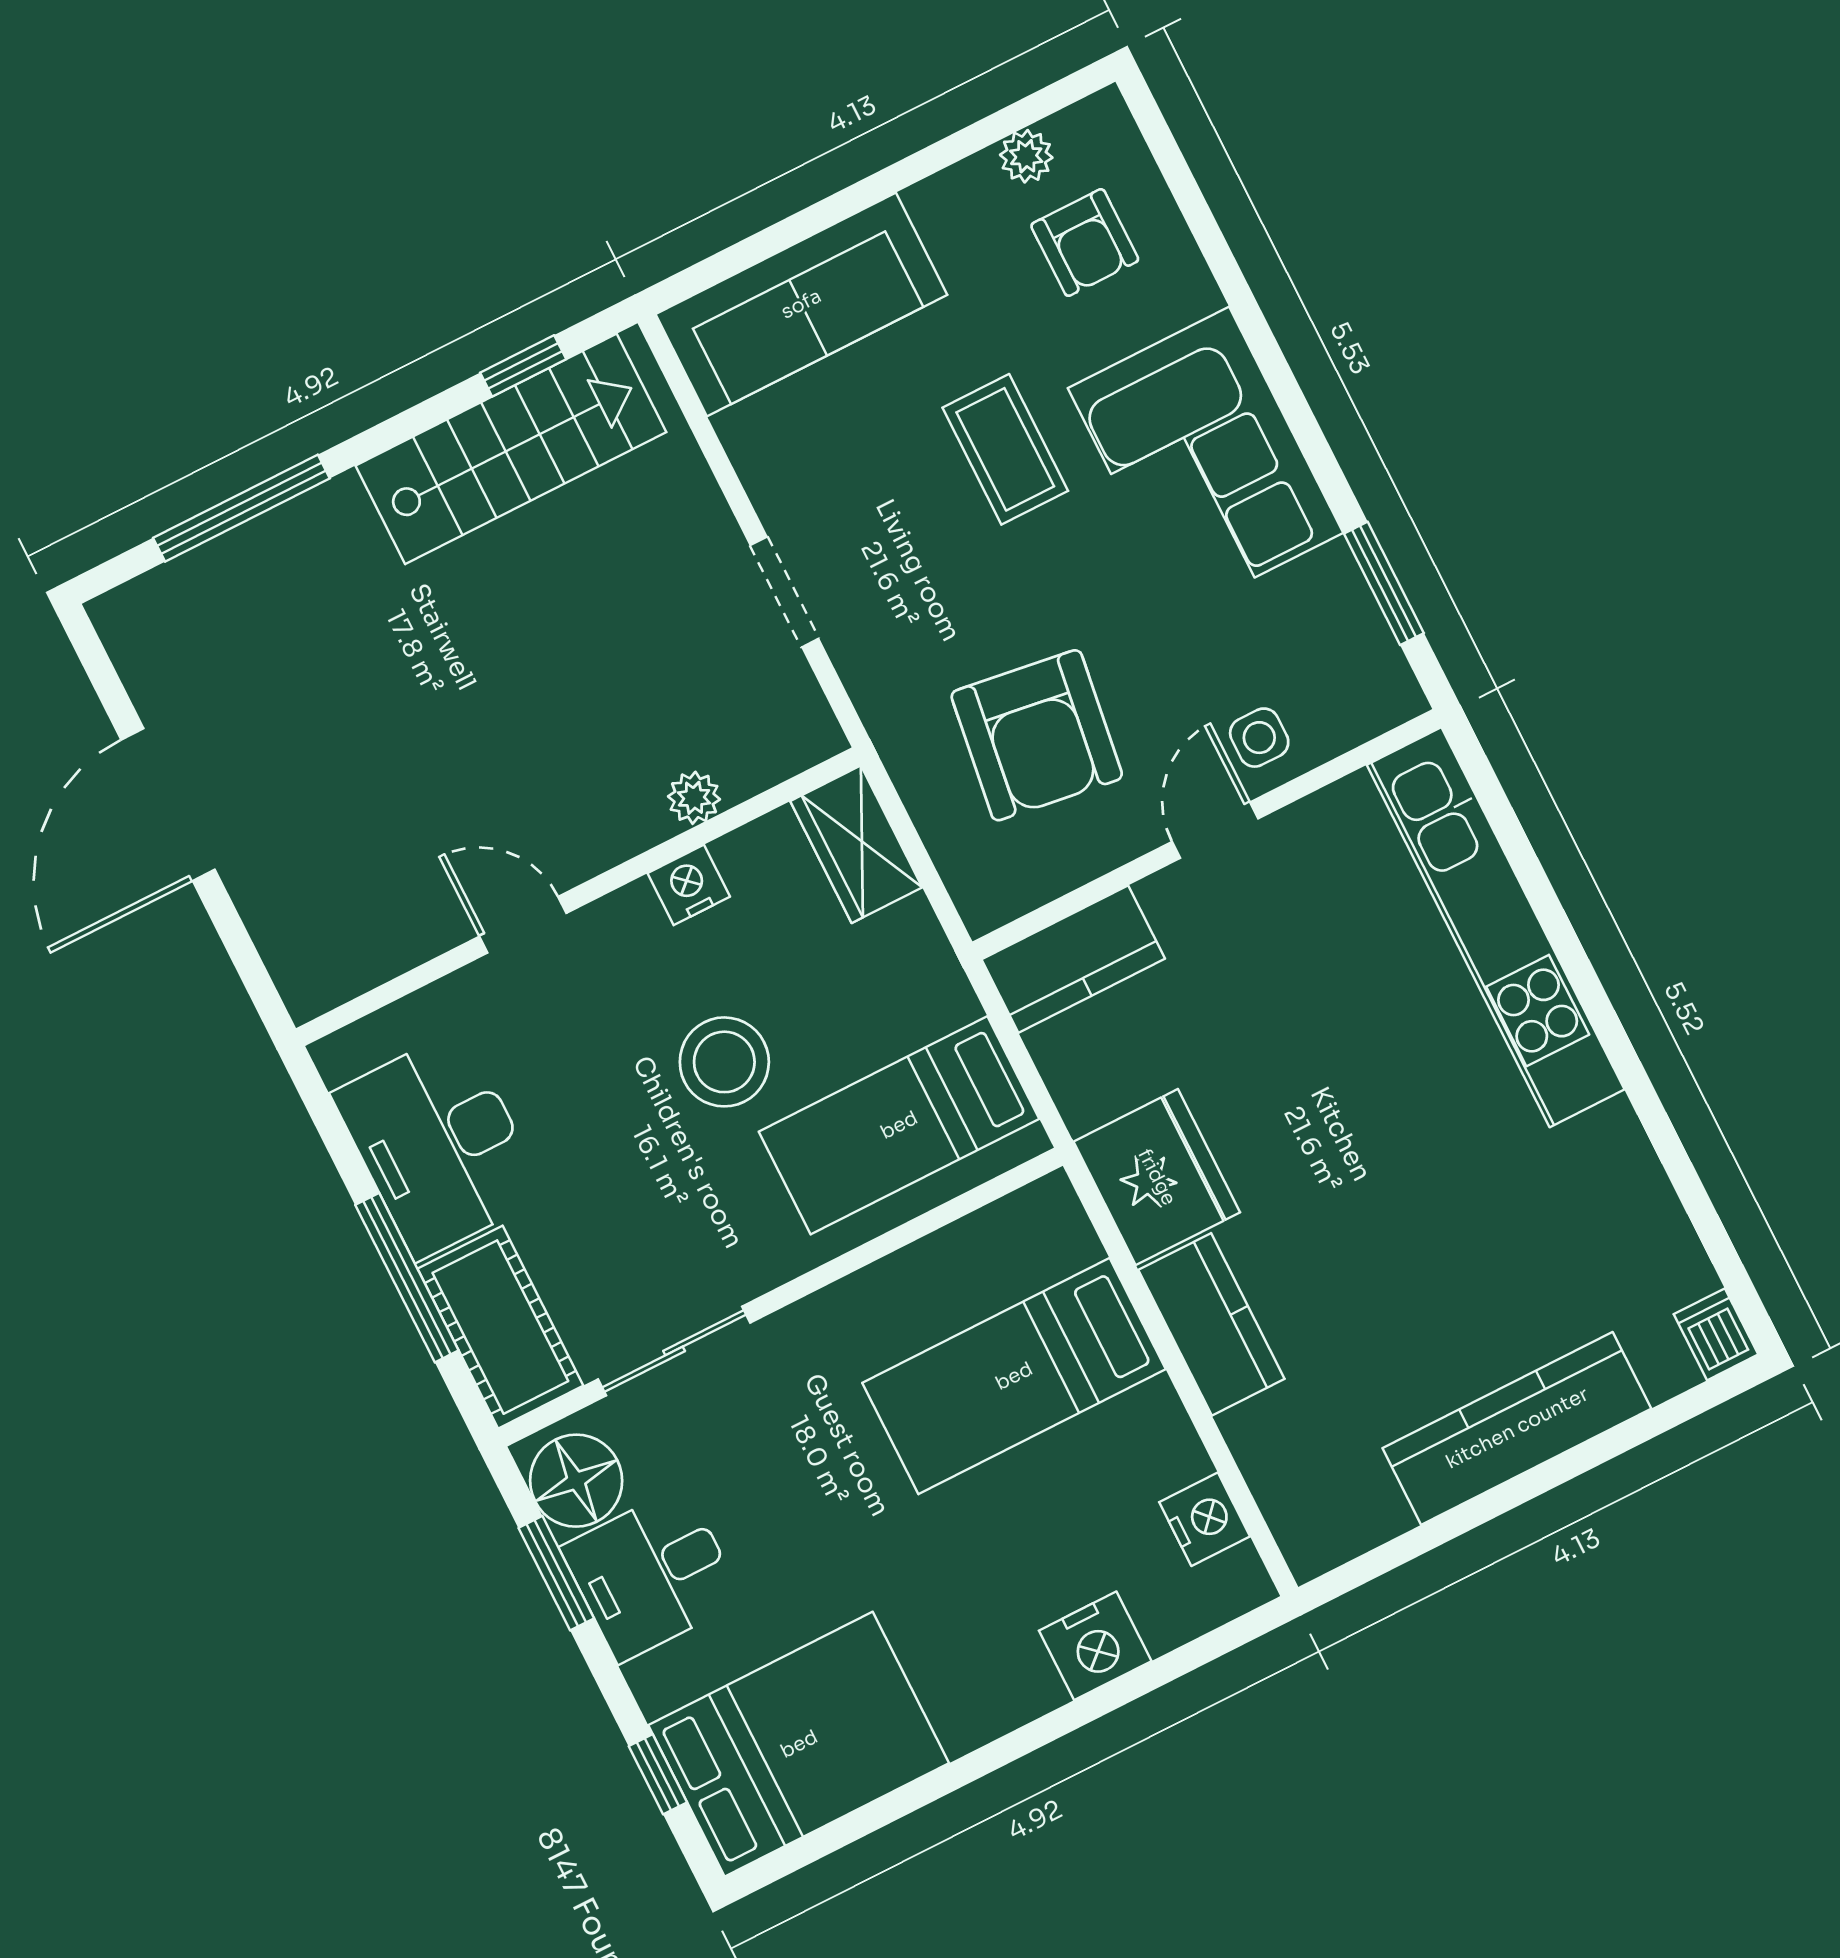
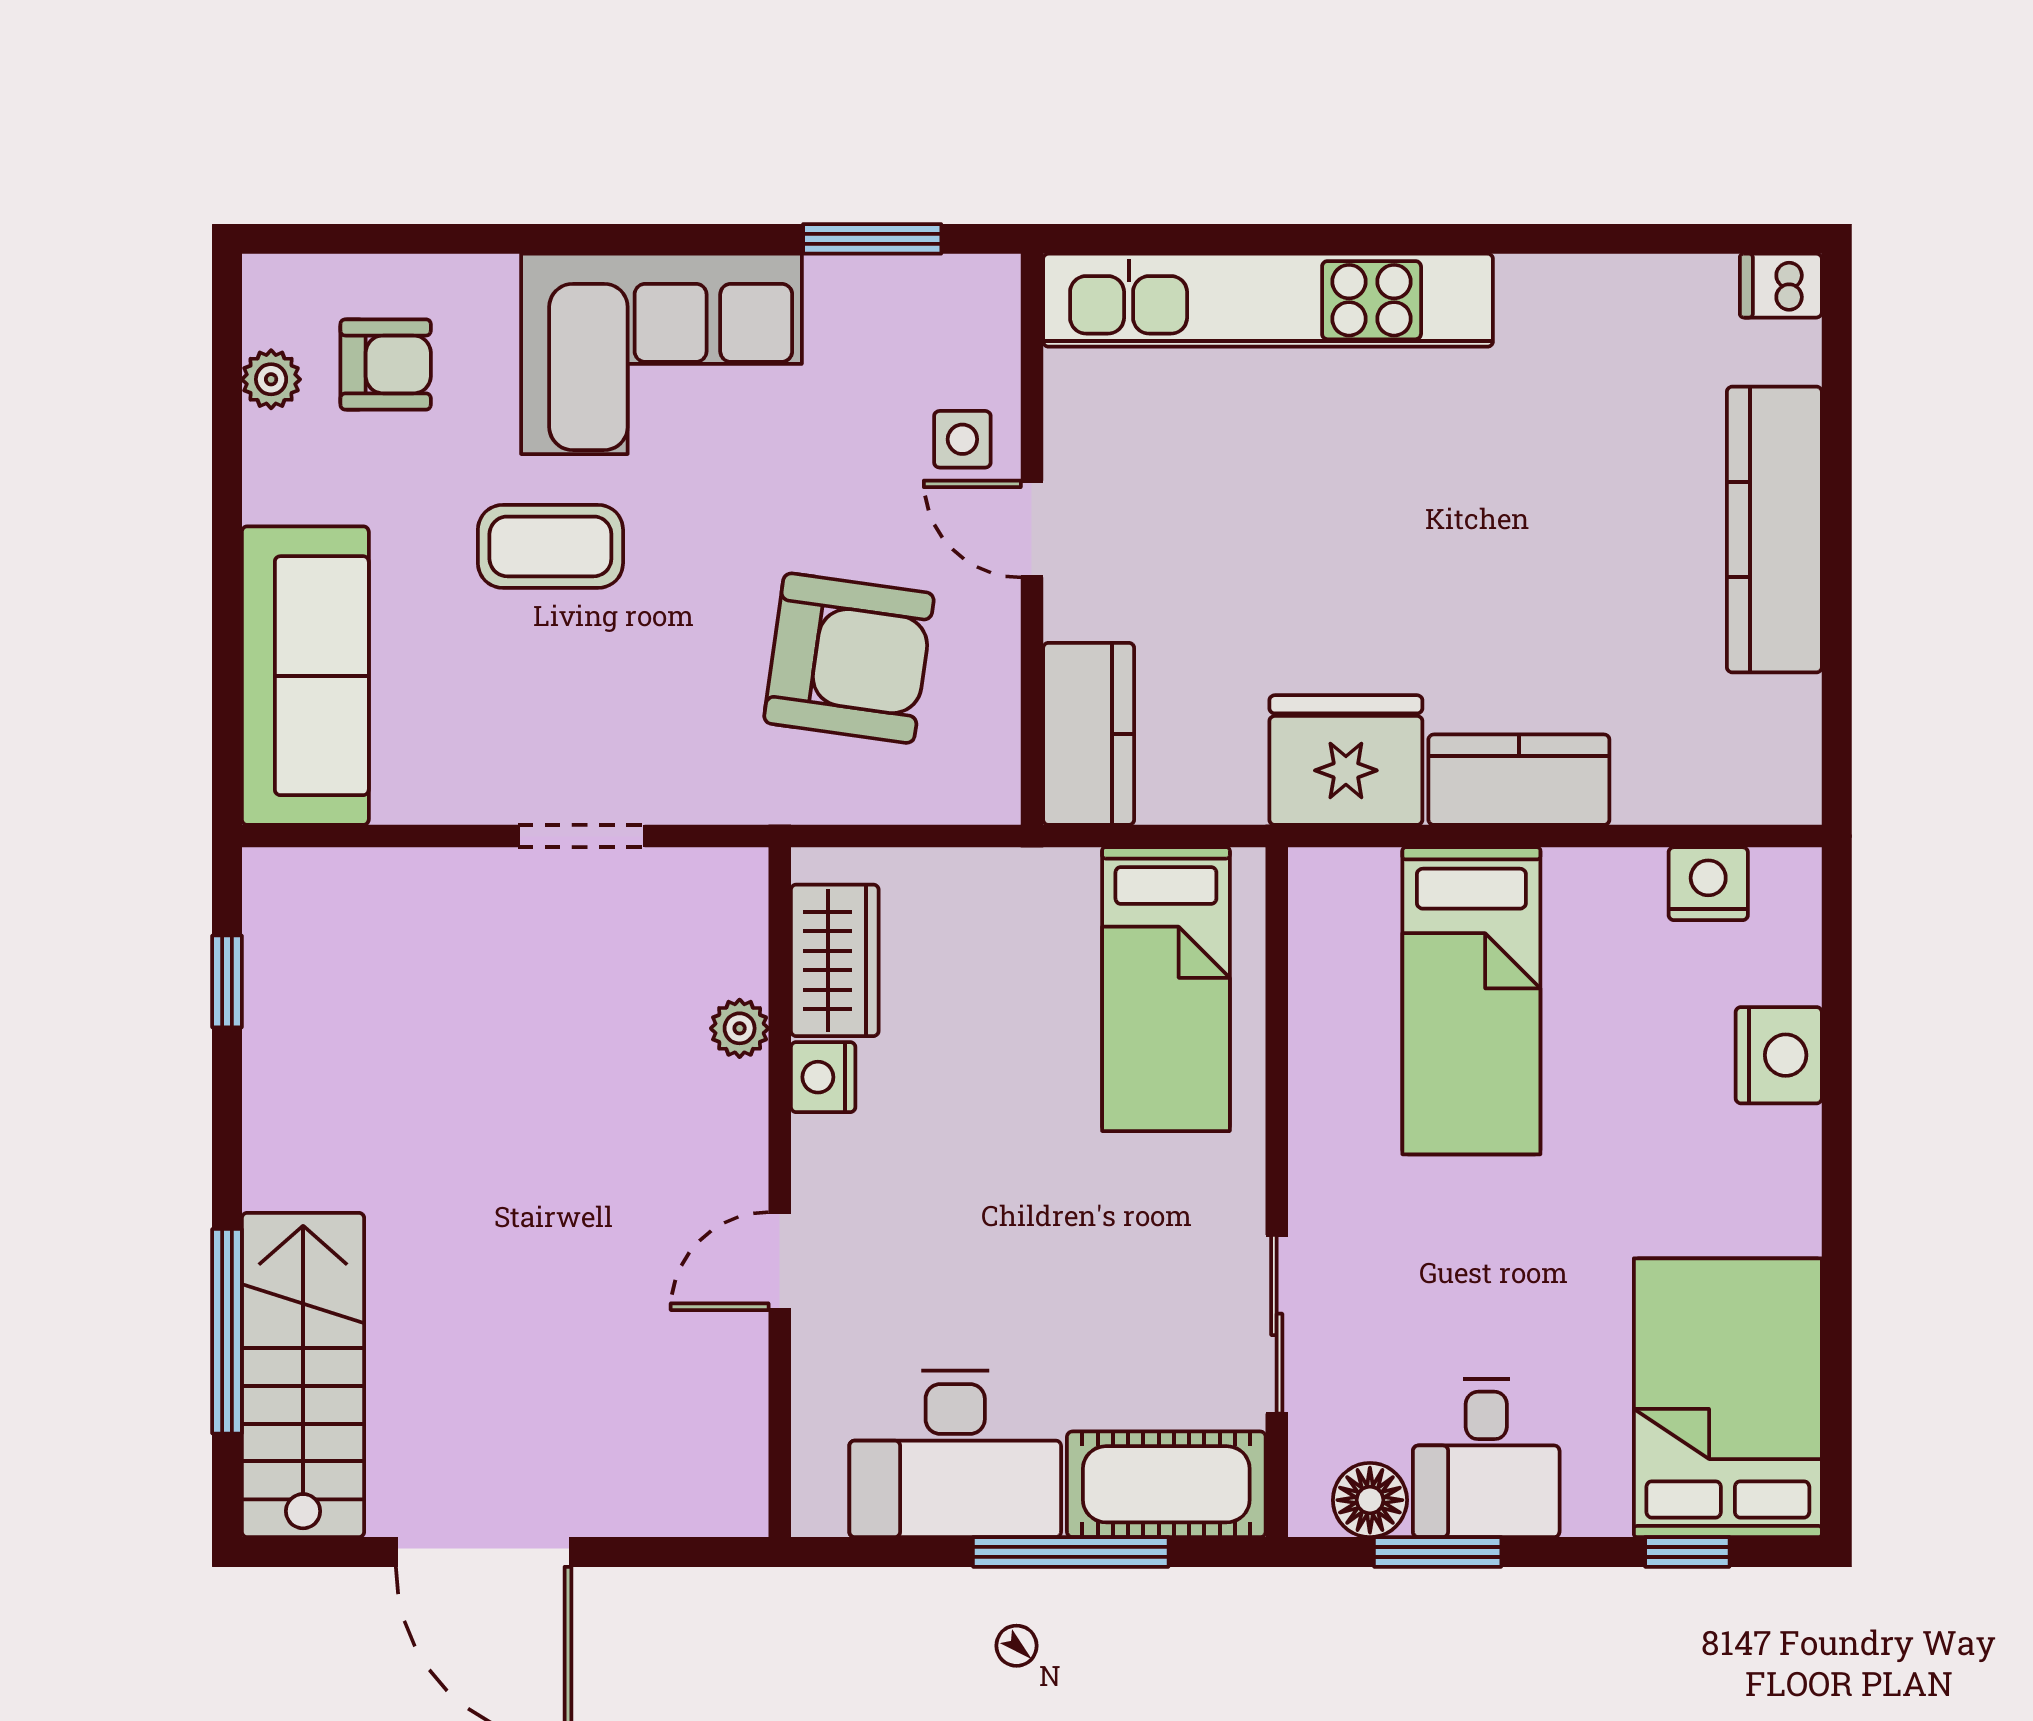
stairs: (511, 449) -> (303, 1375), moved
wardrobe: (856, 844) -> (835, 960), moved, turned -90
stool: (724, 1062) -> (1016, 1130), removed
floor lamp: (576, 1481) -> (1370, 1500), width x0.73, depth x0.73

